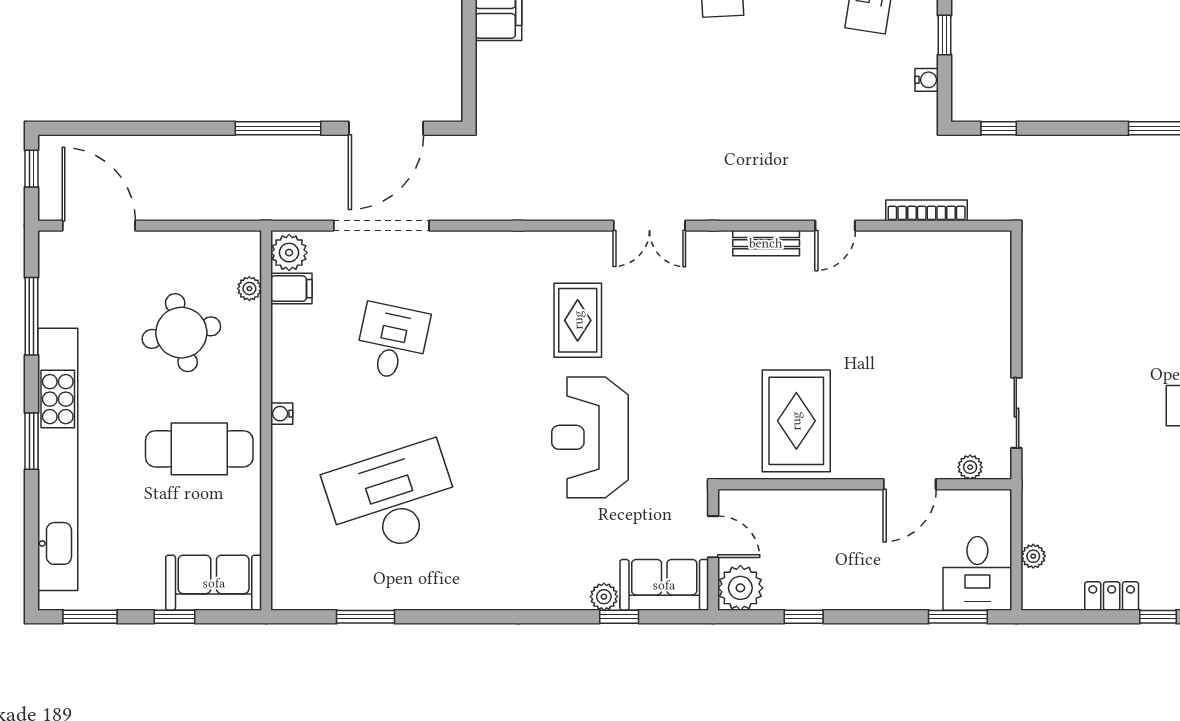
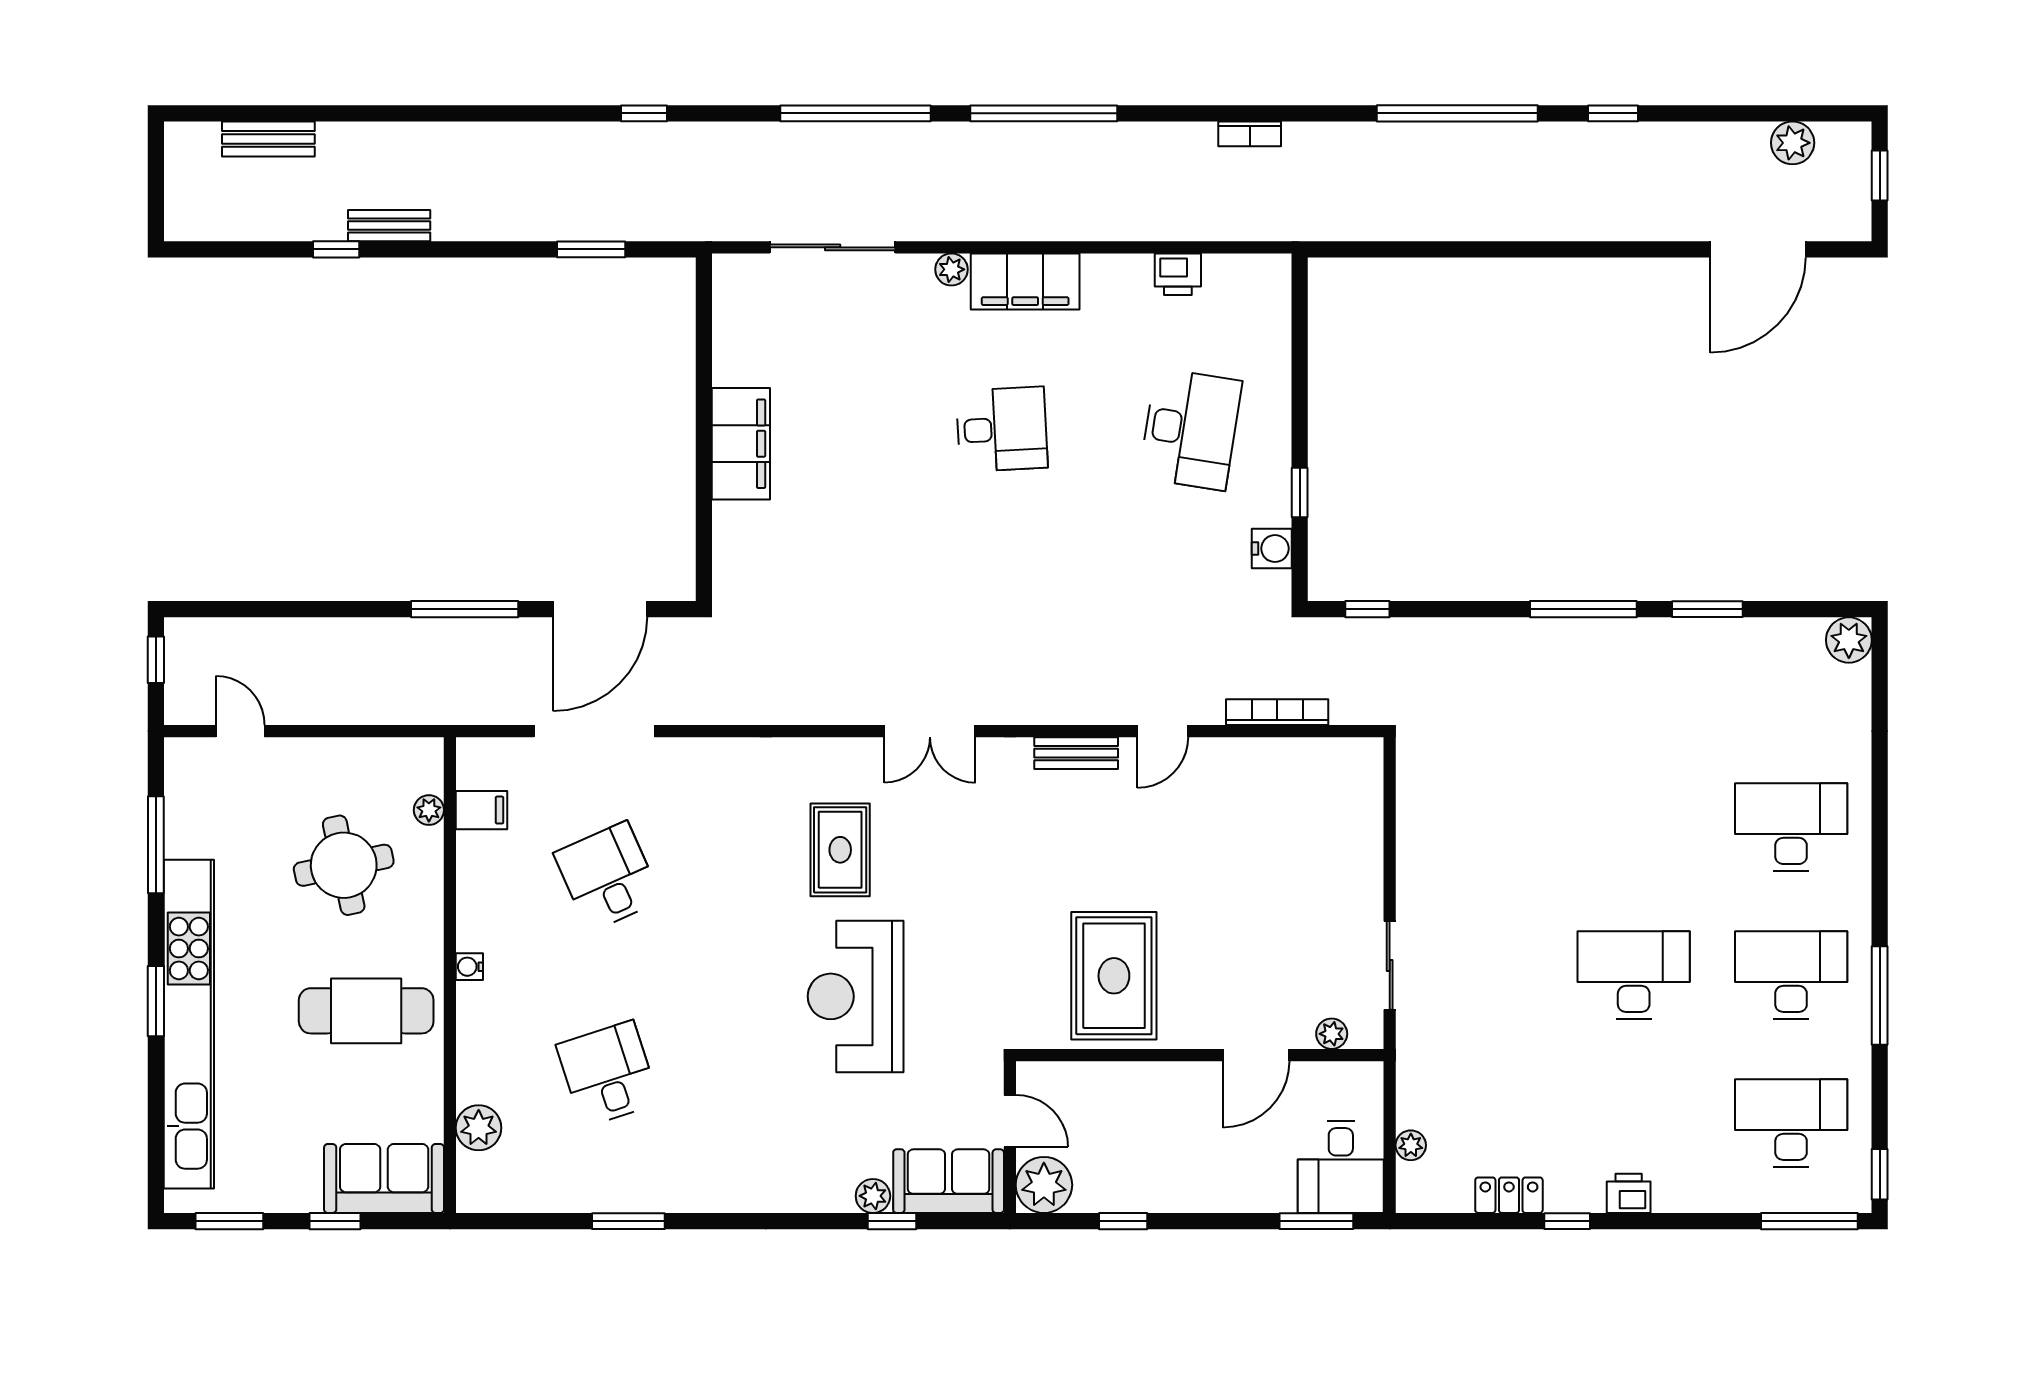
water cooler: (927, 80) -> (1272, 549), width x1.38, depth x1.38
door: (99, 226) -> (240, 731), width x0.53
plant: (289, 253) -> (479, 1128), moved
desk: (392, 342) -> (608, 877), turned -36
desk: (392, 499) -> (608, 1074), width x0.53, depth x0.77
window: (365, 617) -> (628, 1221), moved

